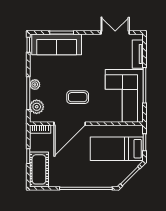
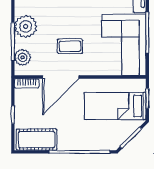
plant: (35, 85) -> (26, 26), width x1.88, depth x1.88
cot: (39, 169) -> (37, 139), moved, turned 90

